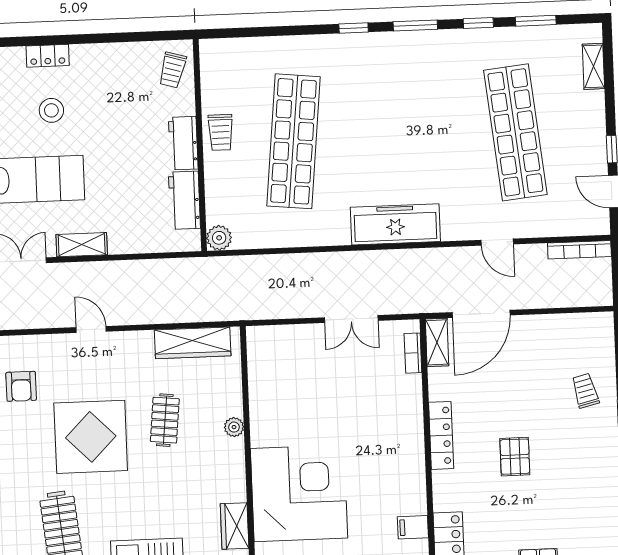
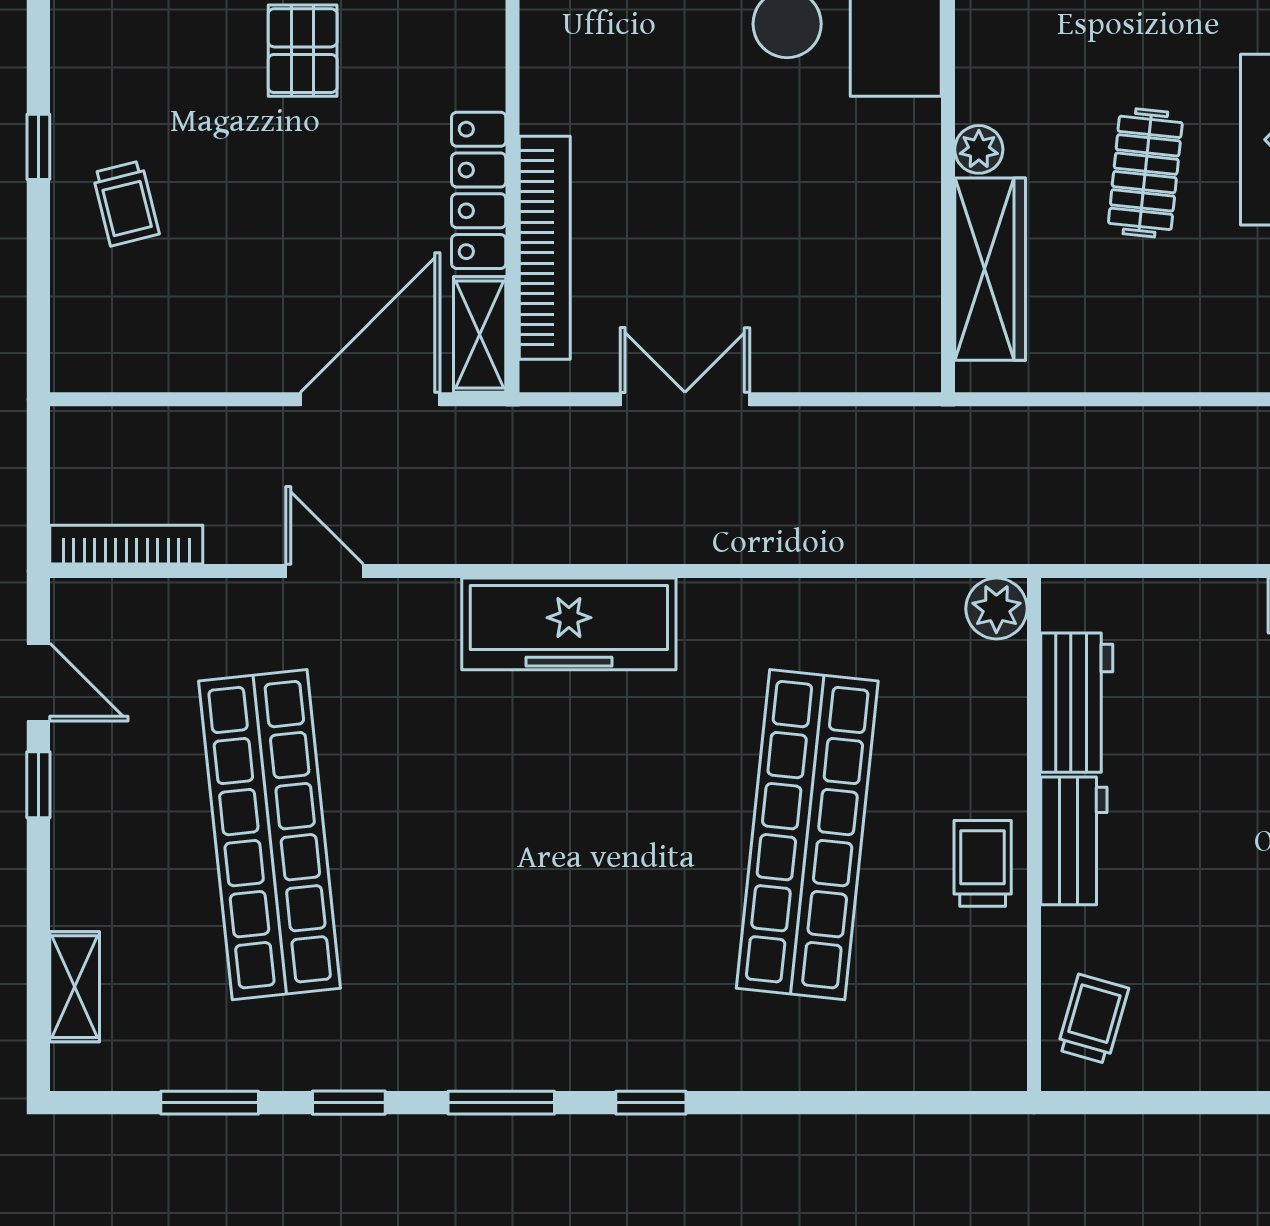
wardrobe: (193, 343) -> (990, 269), moved, turned 90
bookcase: (413, 353) -> (545, 248), width x2.31, depth x1.31
locker: (441, 435) -> (479, 190), moved

